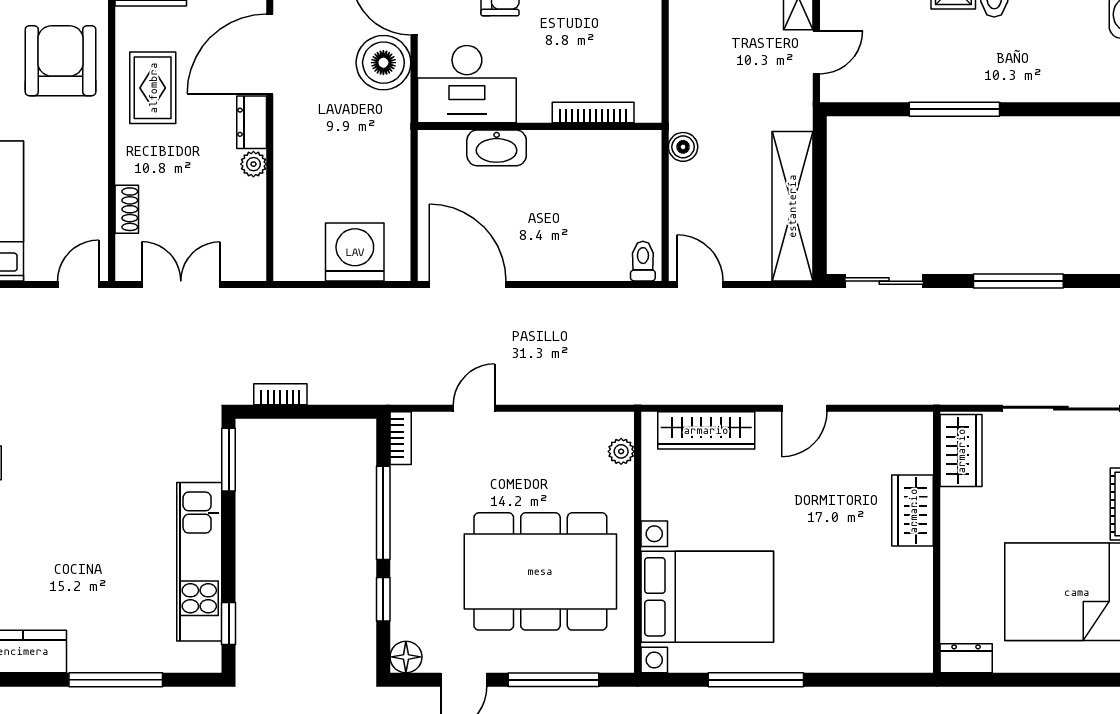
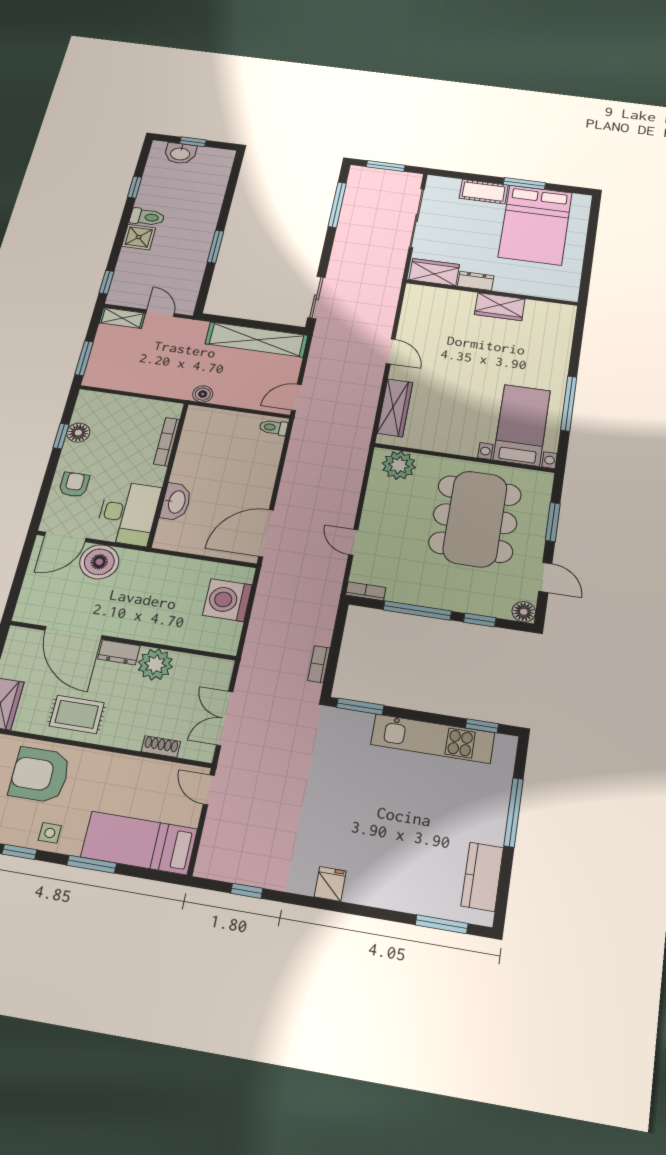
window: (954, 109) -> (216, 247), width x0.69
plant: (253, 164) -> (155, 664), width x1.88, depth x1.88
window: (1018, 281) -> (337, 205), moved
plant: (621, 451) -> (399, 465), width x1.88, depth x1.88
wardrobe: (913, 511) -> (500, 307), moved
bed with nightstands: (707, 597) -> (522, 425), width x0.73
dresser: (966, 658) -> (476, 281), moved, turned 90
window: (554, 680) -> (553, 522), width x0.69

